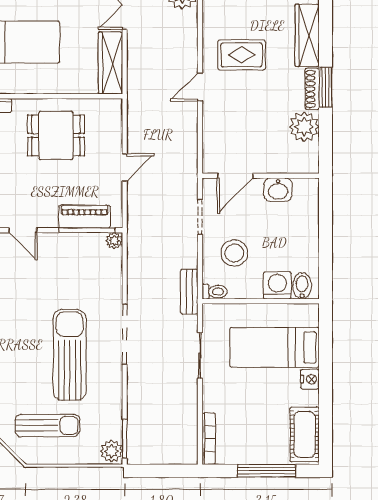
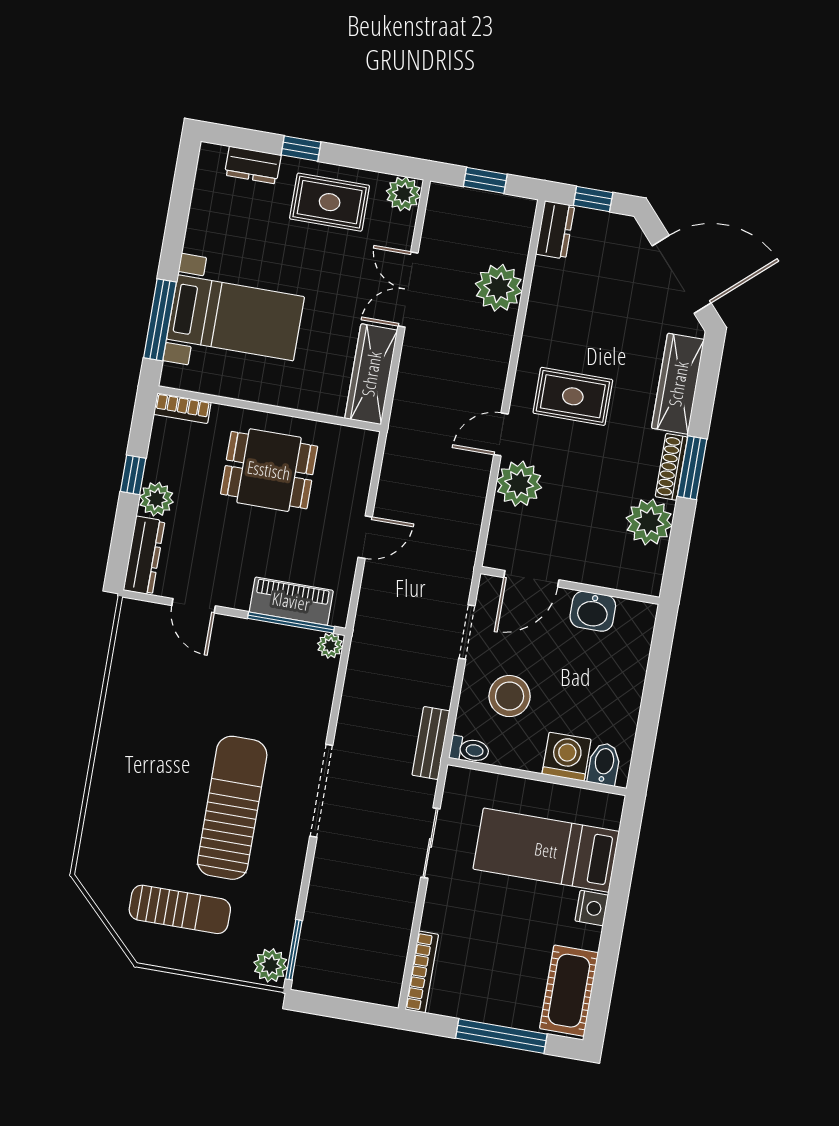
plant: (217, 117) -> (519, 484), added

